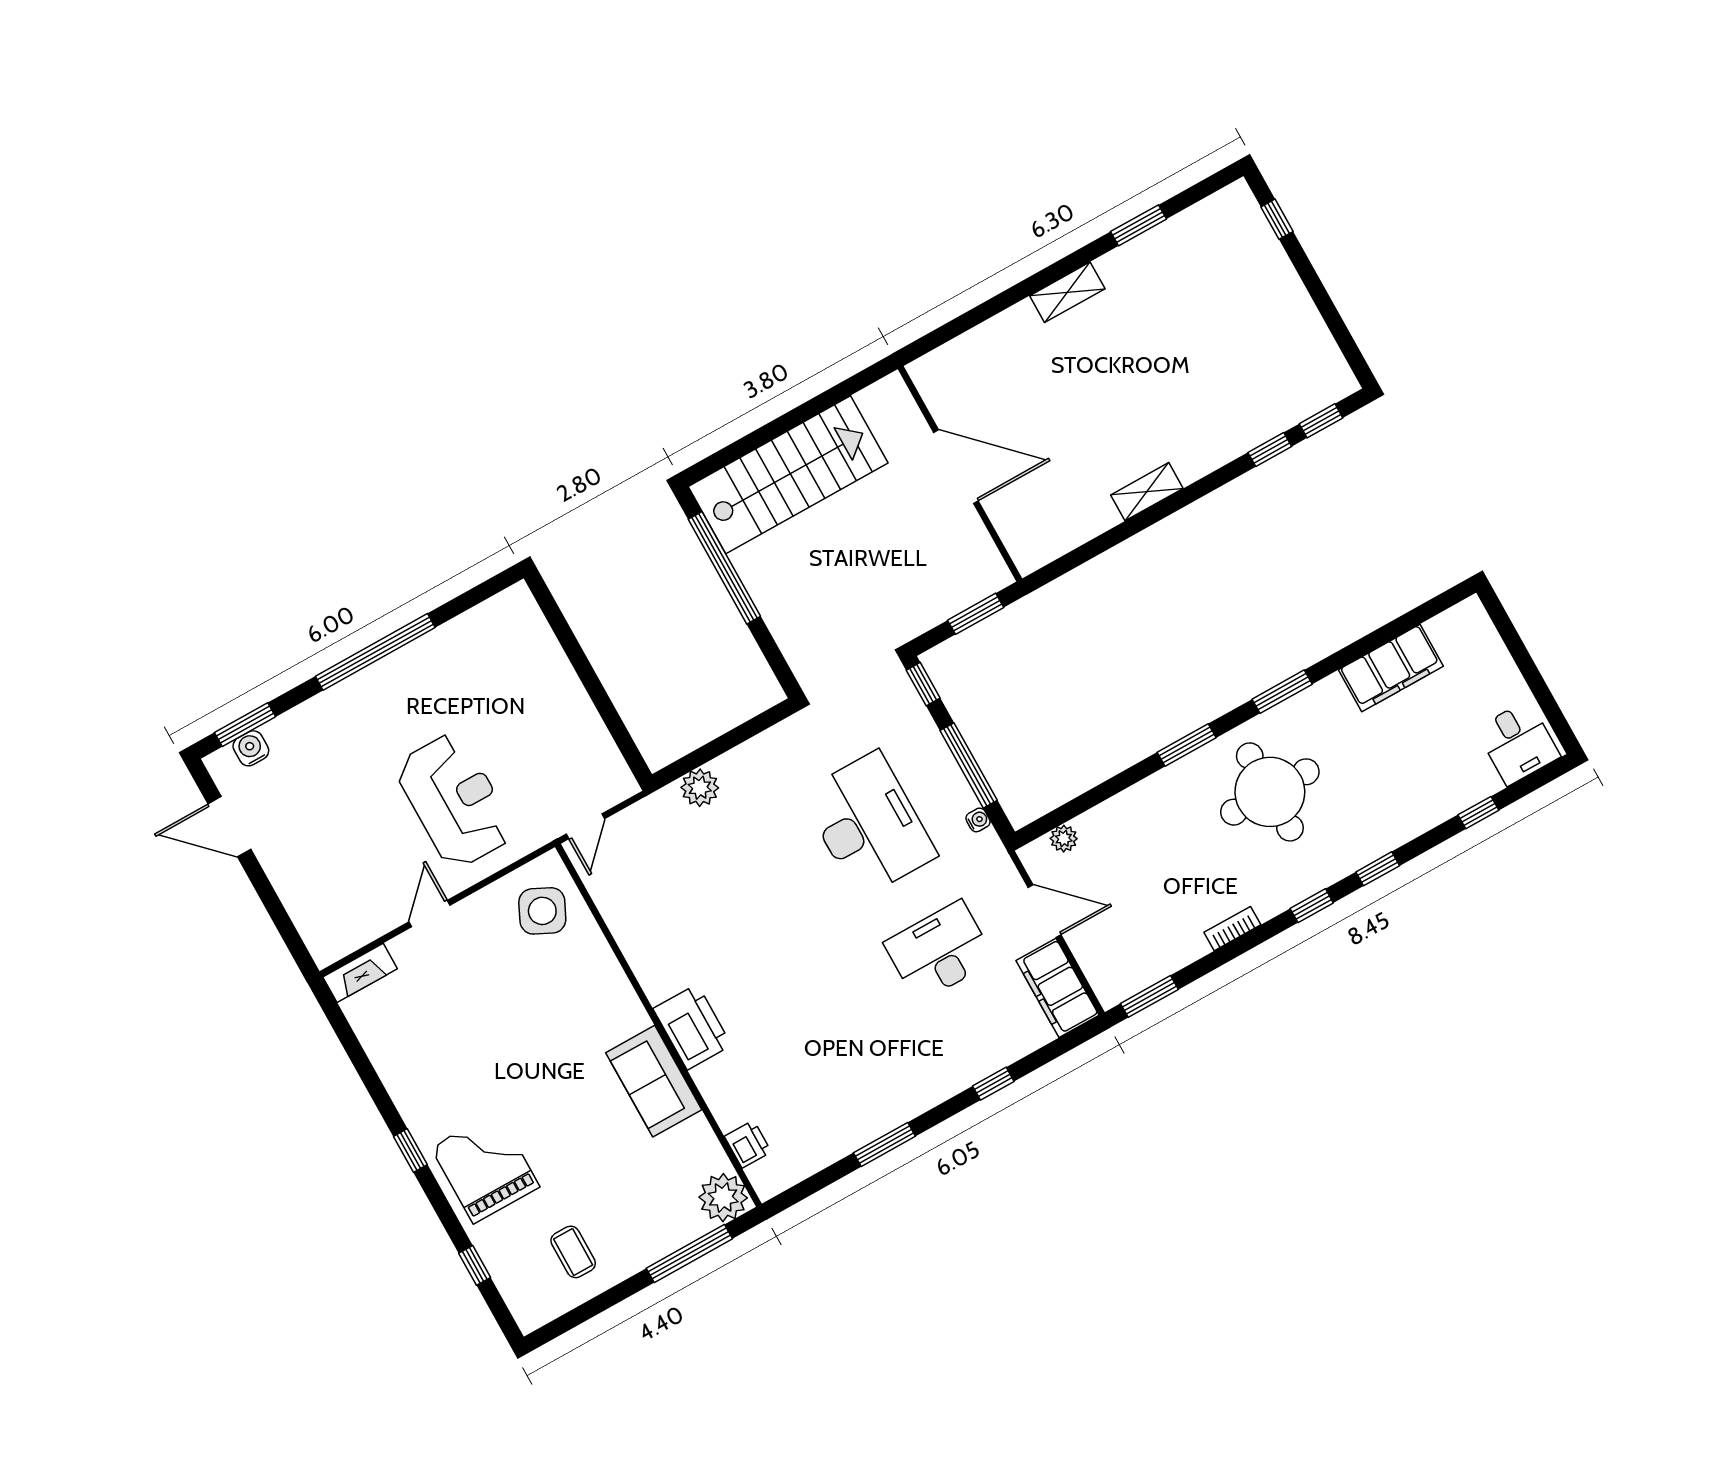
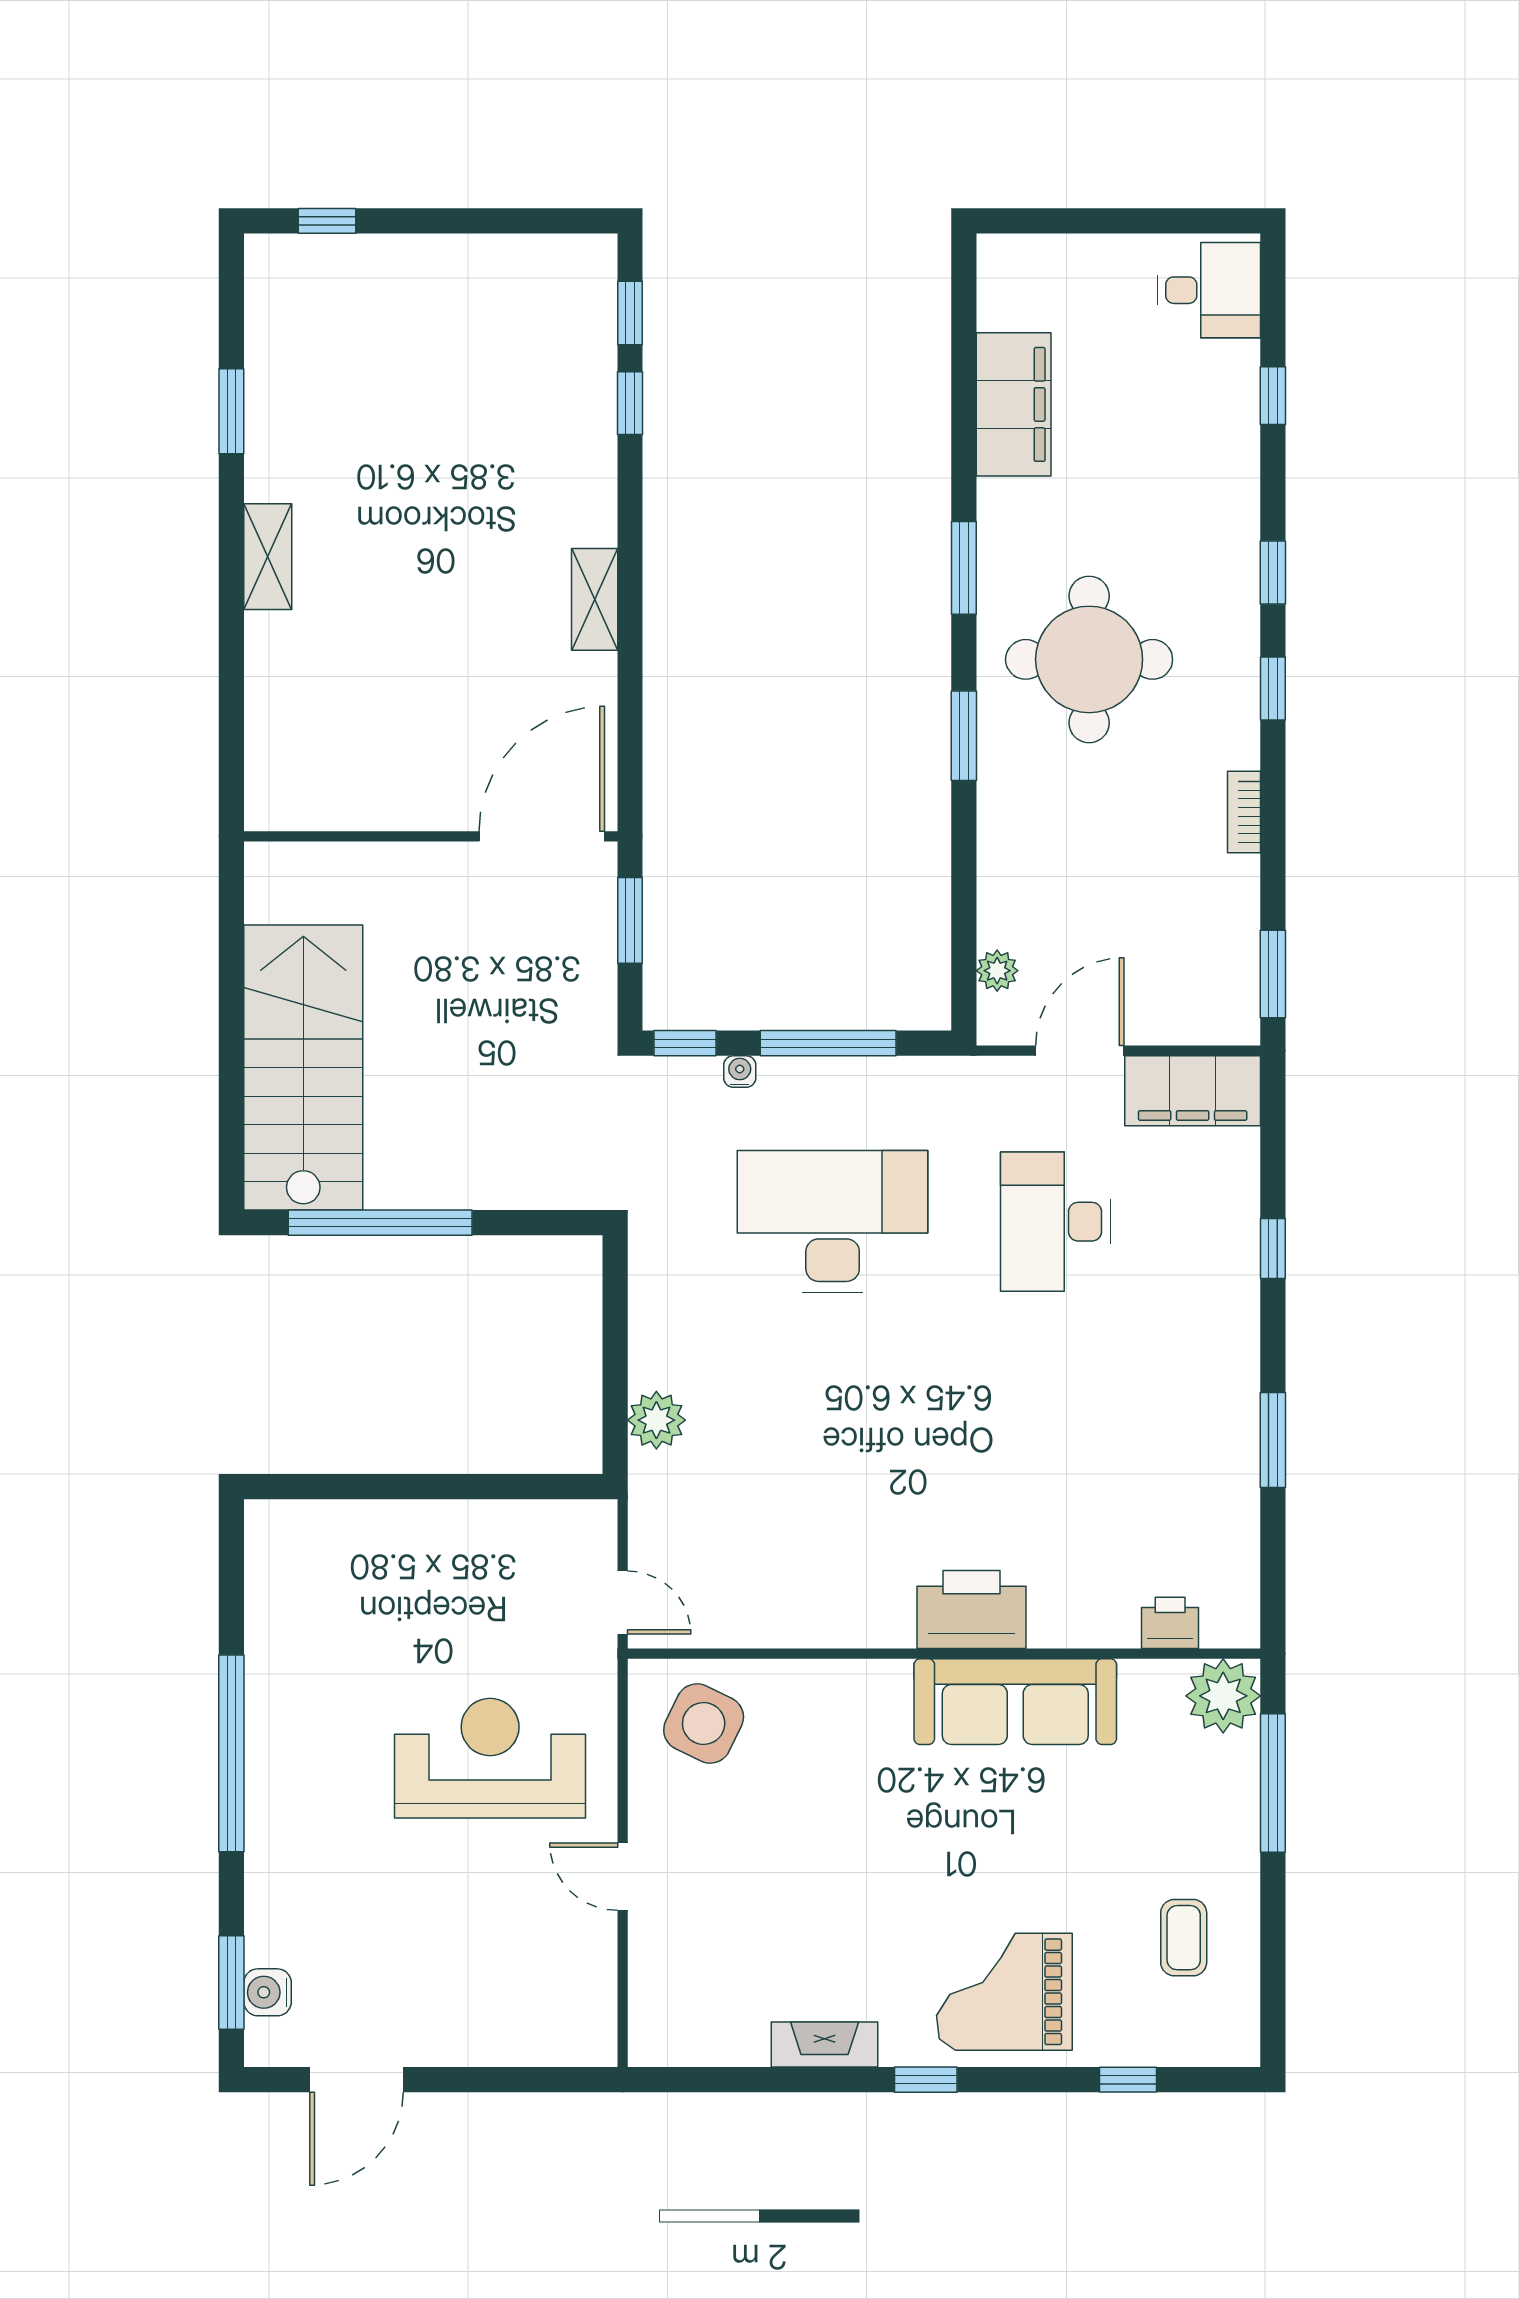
door: (956, 467) -> (542, 836), moved
water cooler: (978, 820) -> (740, 1072), moved
fireplace: (360, 973) -> (825, 2045), moved, turned -90
sofa: (654, 1081) -> (1015, 1702), width x1.36
coffee table: (573, 1252) -> (1184, 1938), turned 90

